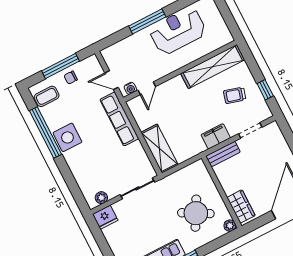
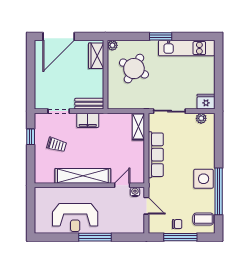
shelving: (213, 67) -> (83, 176), moved
row of seats: (119, 119) -> (156, 155), moved
shelving: (160, 149) -> (138, 127), width x0.67, depth x0.75

